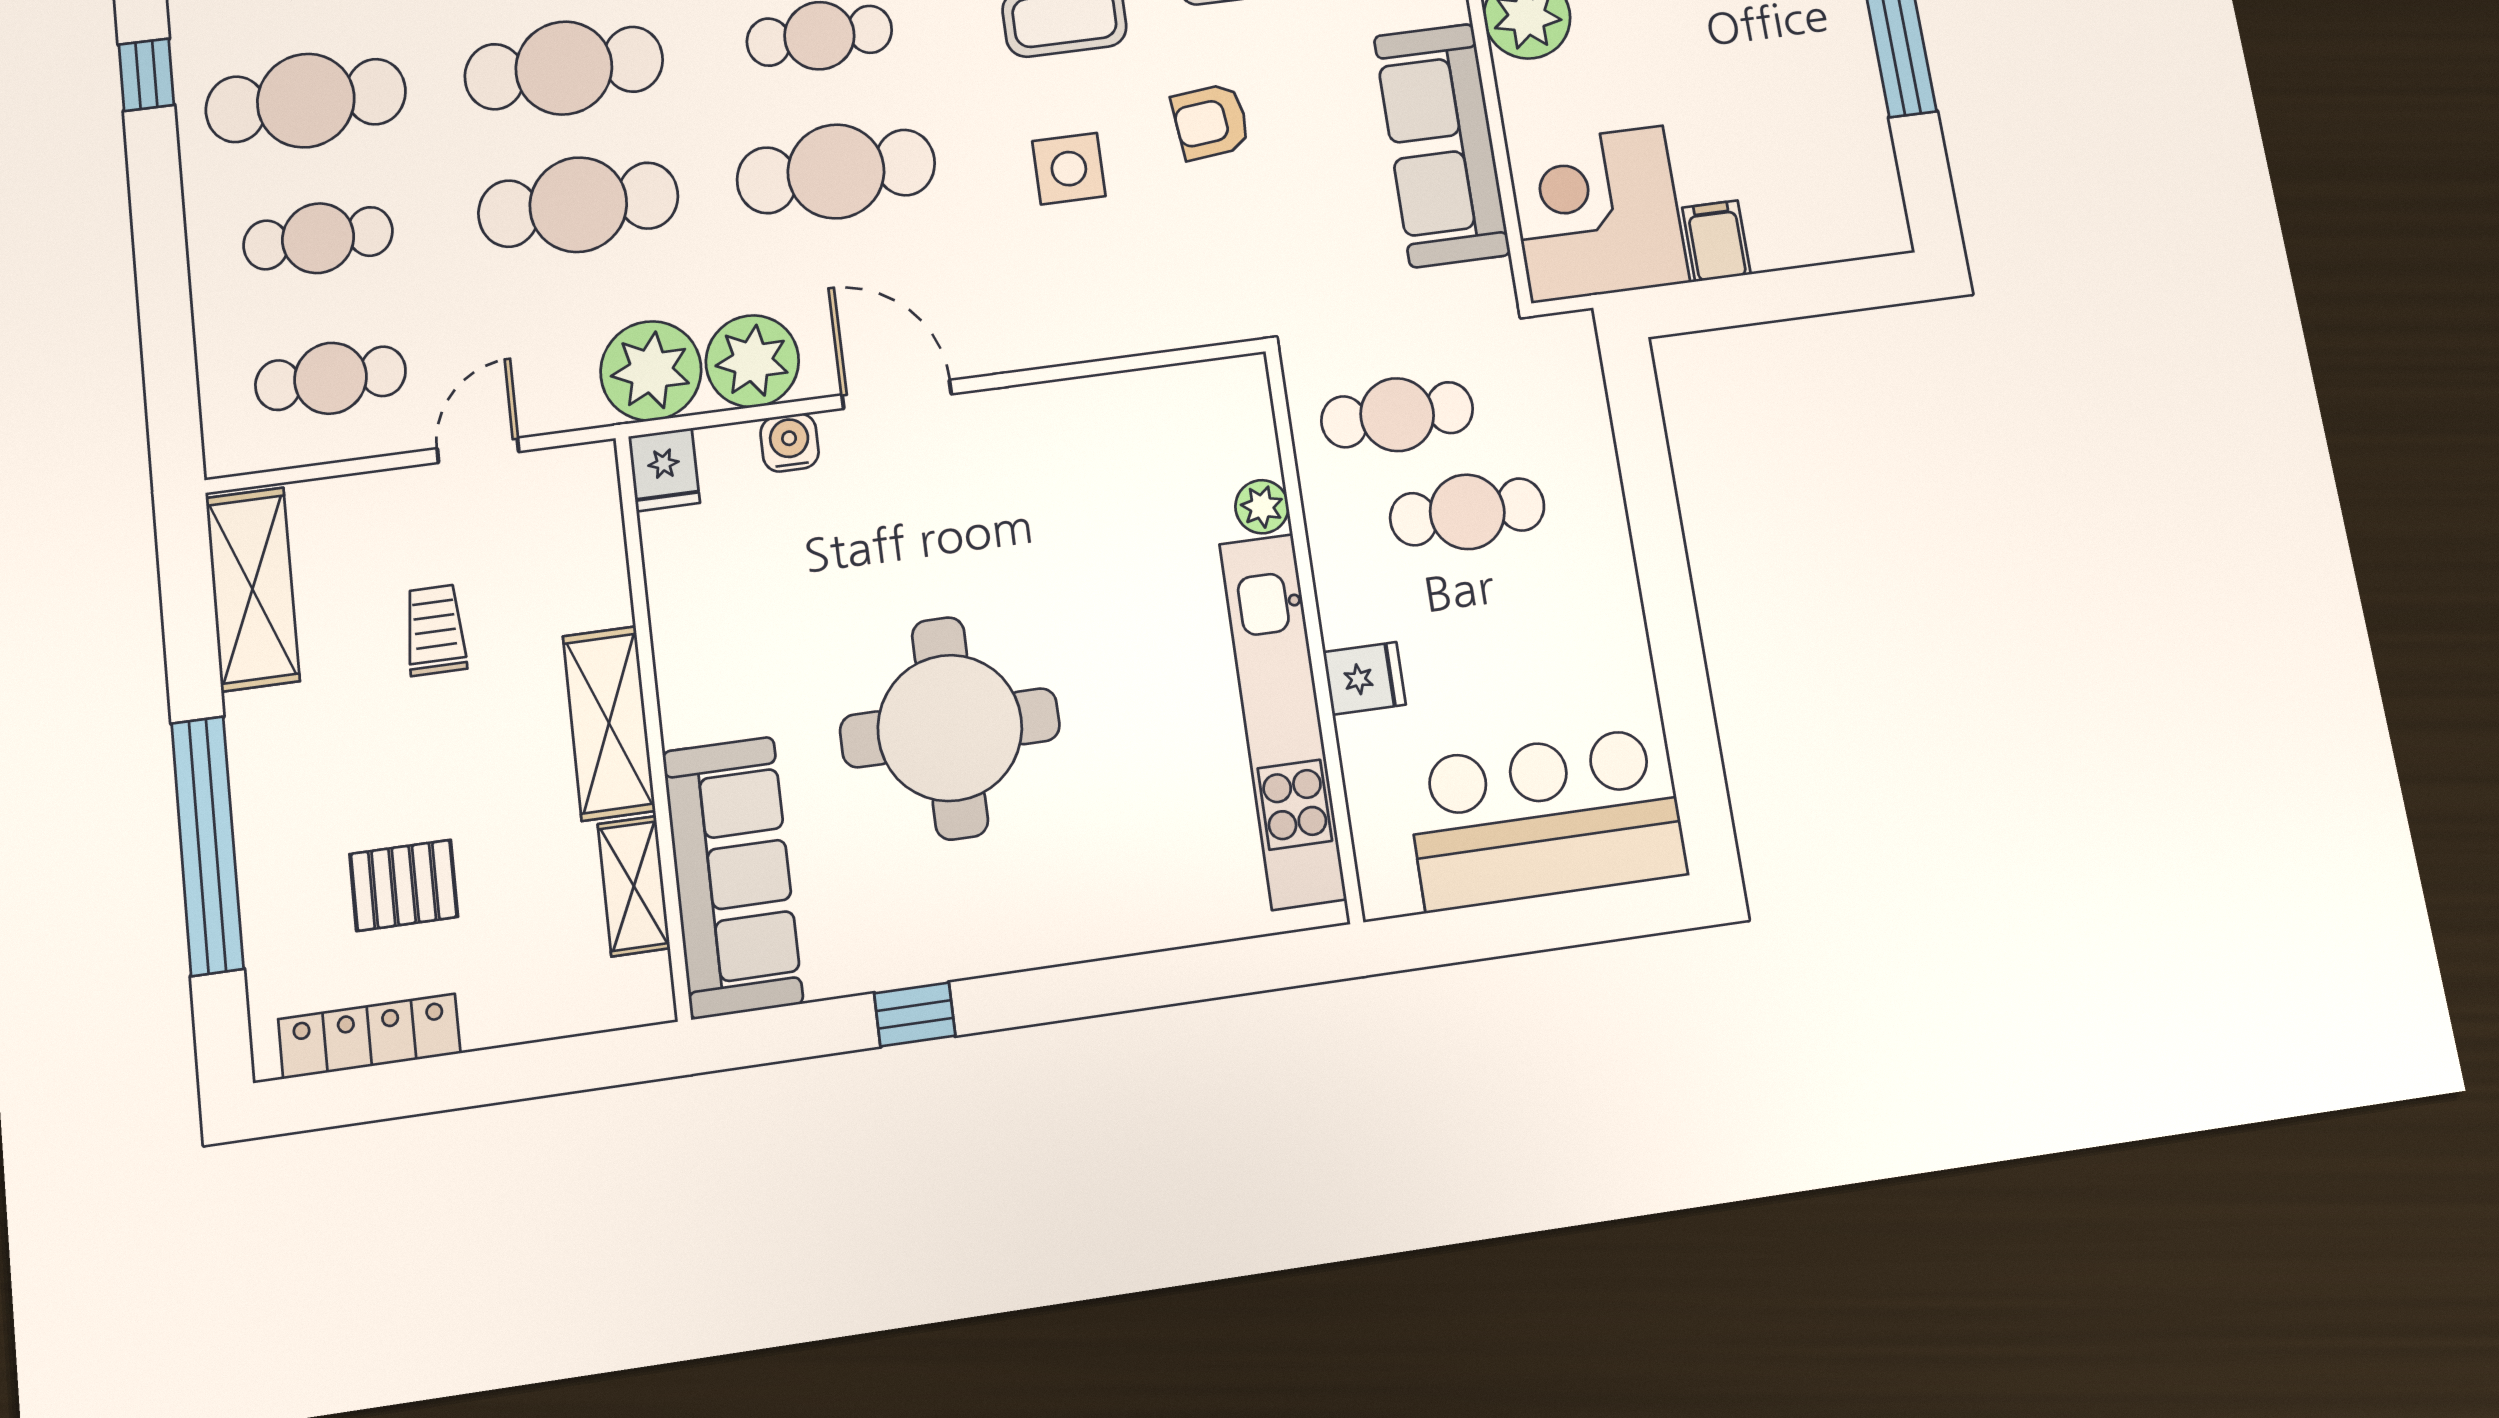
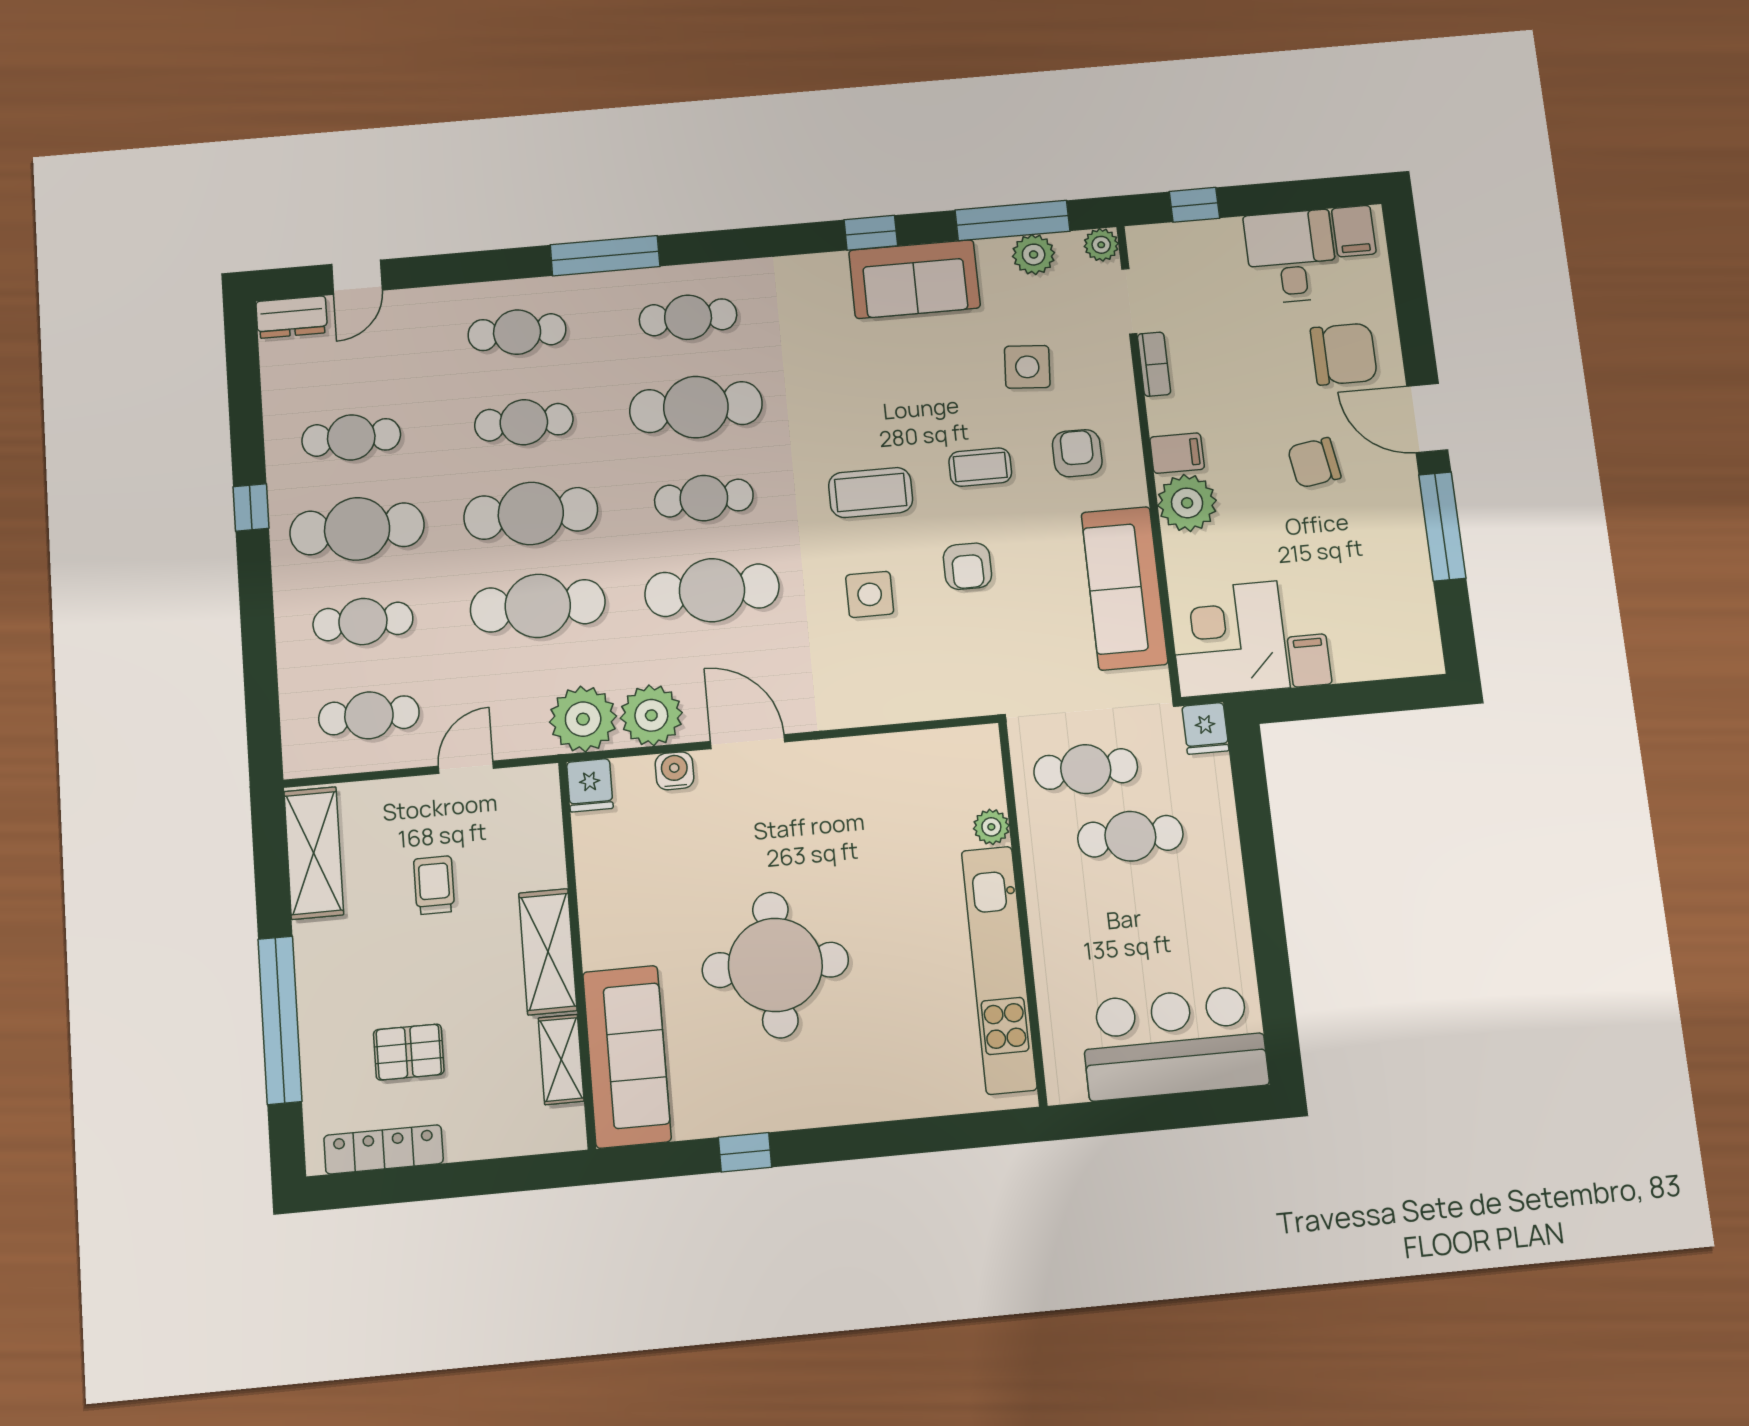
armchair: (1211, 122) -> (967, 566), turned -84
fridge: (1364, 678) -> (1205, 728), moved, turned 90

